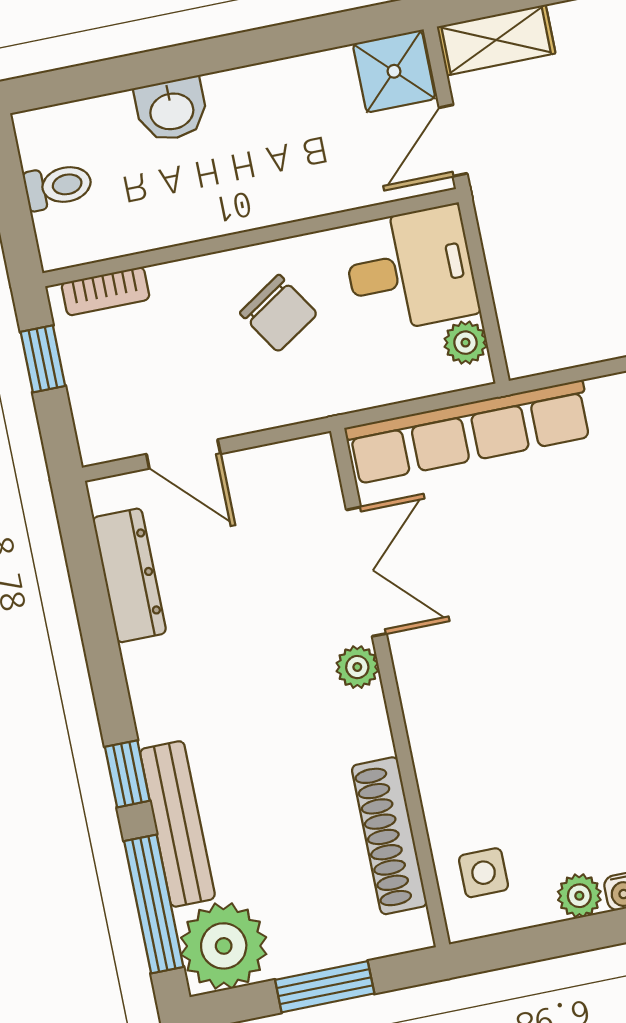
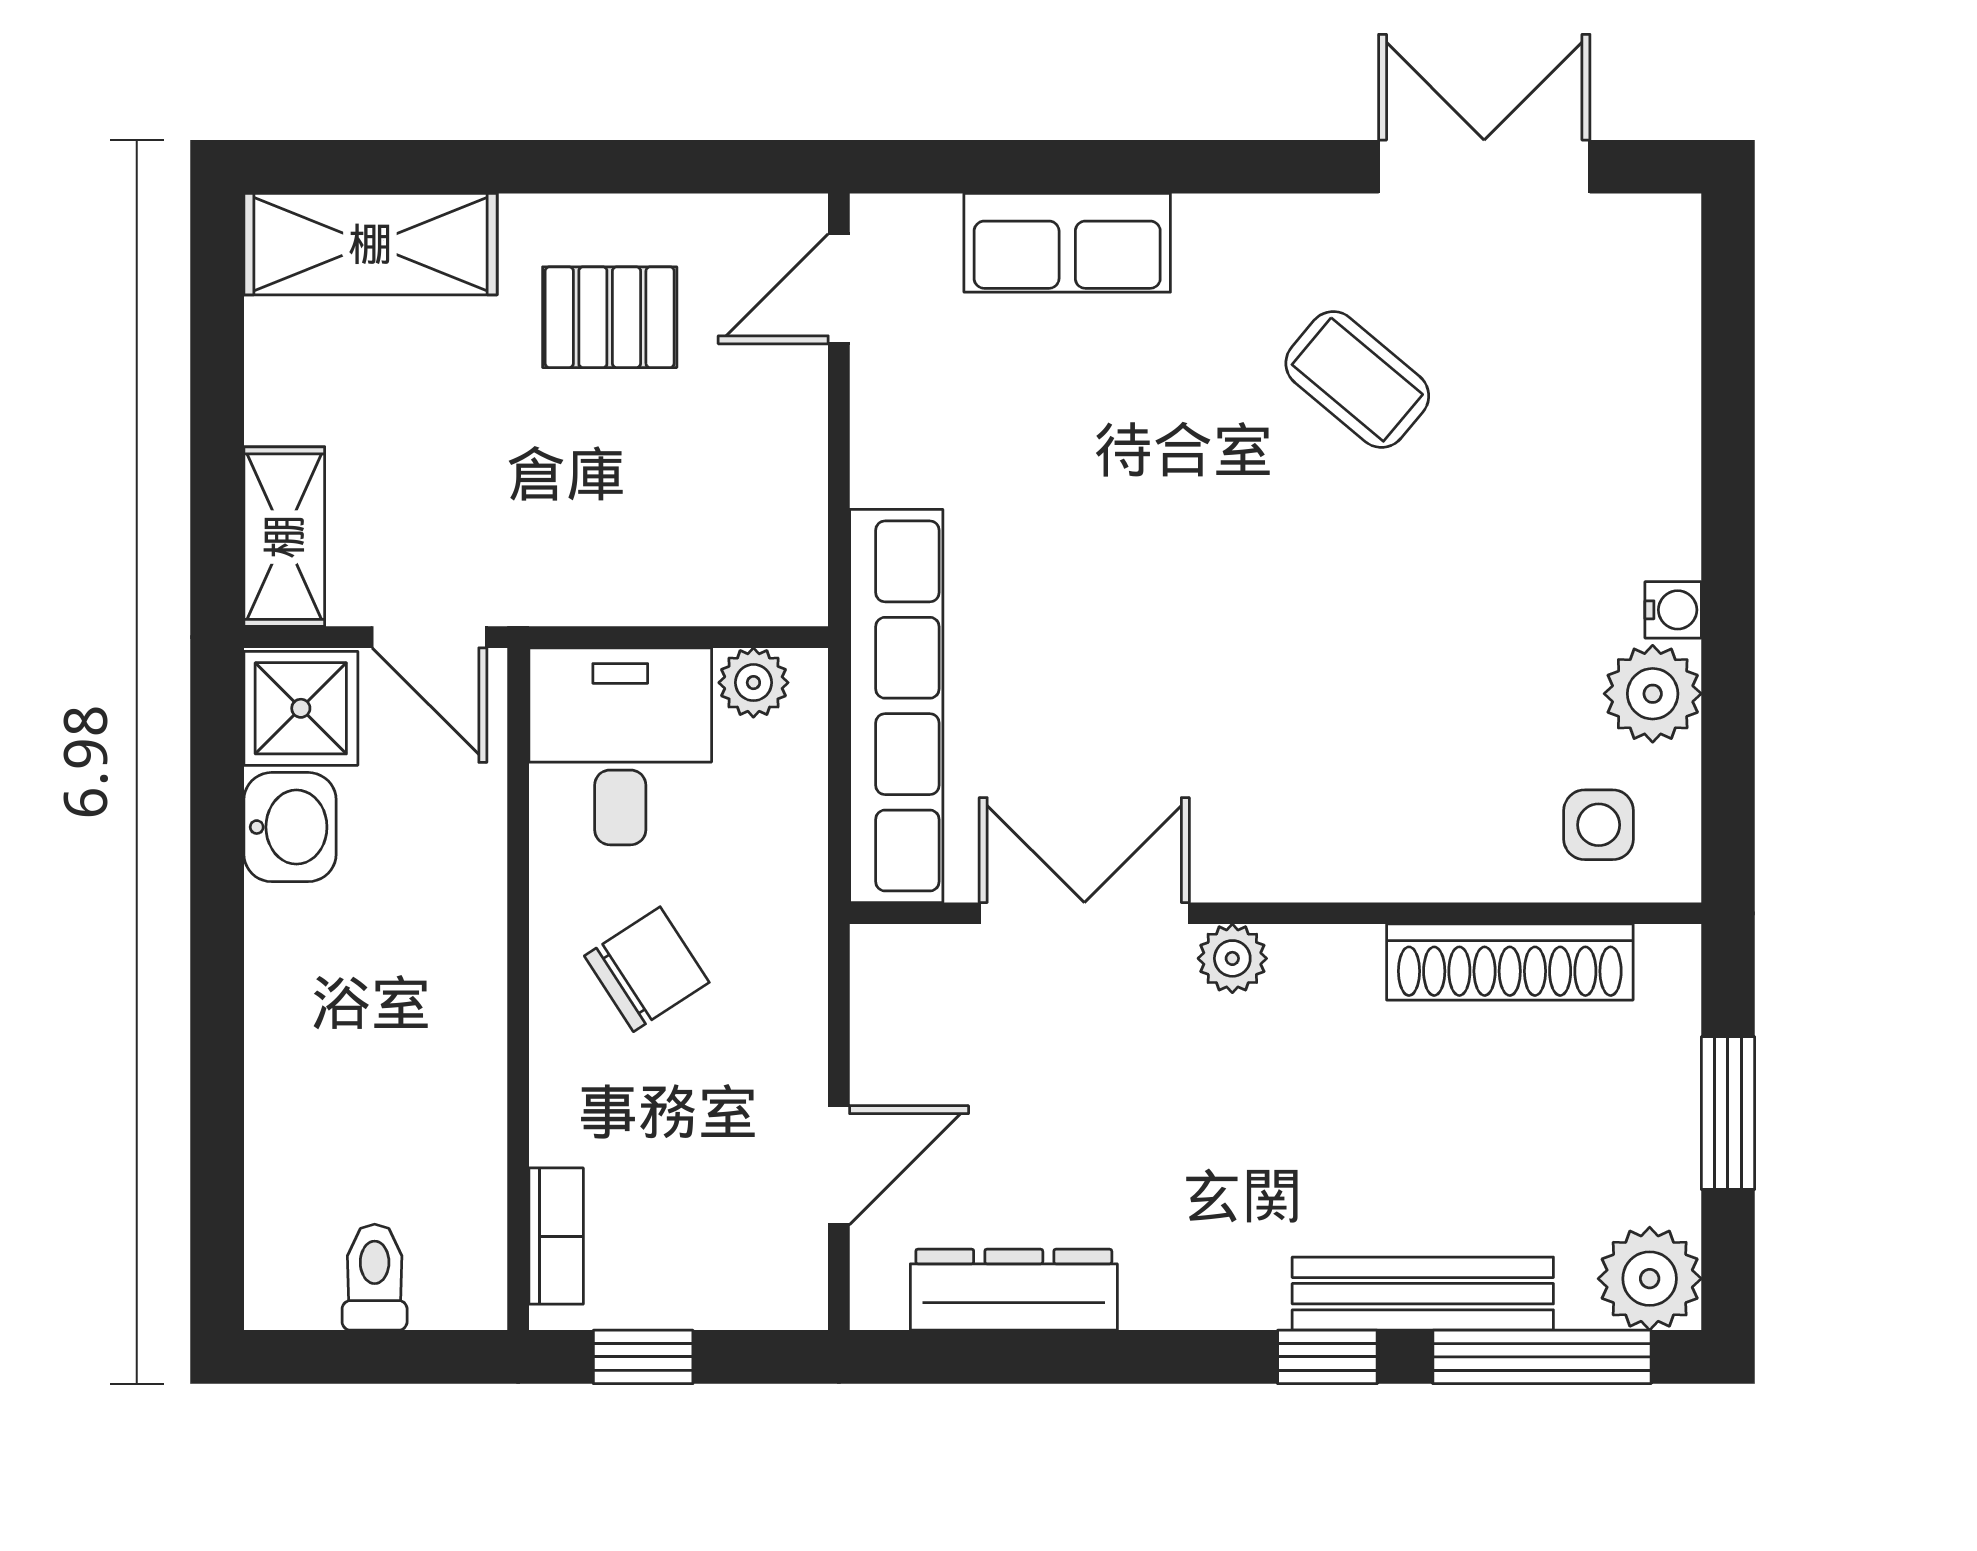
washbasin: (171, 110) -> (290, 827), moved
plant: (579, 896) -> (1653, 694), width x1.38, depth x1.38
plant: (224, 946) -> (1650, 1279), width x0.73, depth x0.73

